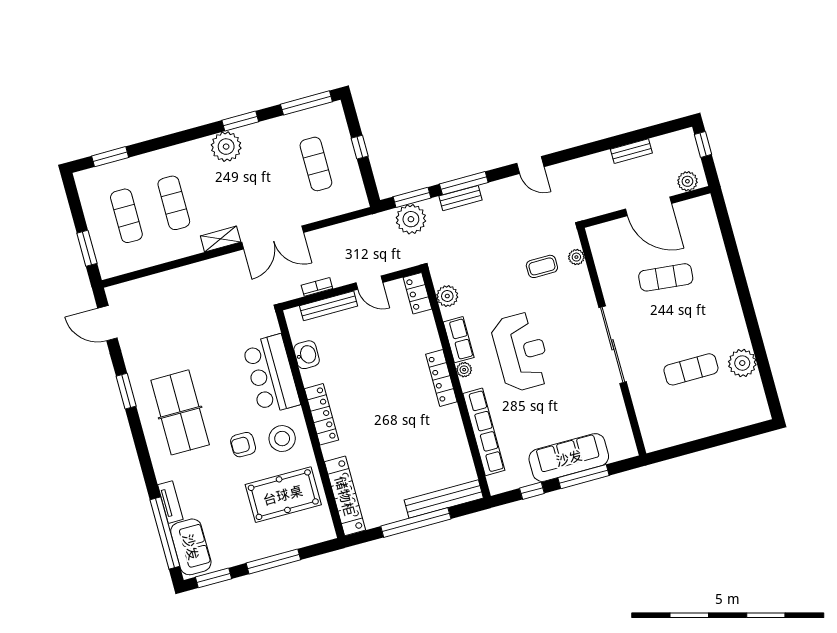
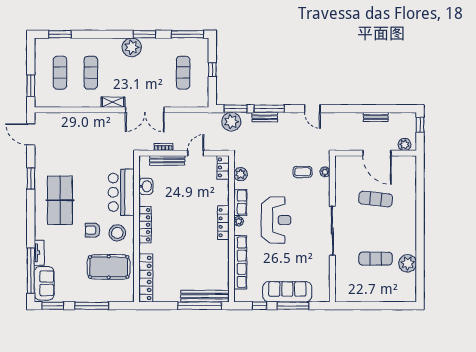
door: (369, 283) -> (196, 153), swing flipped
window: (416, 523) -> (200, 306), moved

